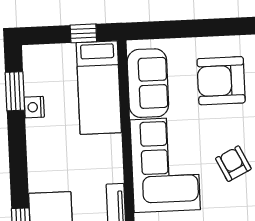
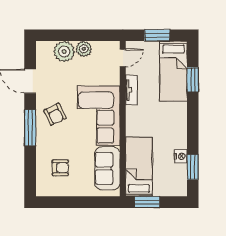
window: (83, 33) -> (147, 202), width x1.50
armchair: (221, 81) -> (60, 168), width x0.53, depth x0.53

